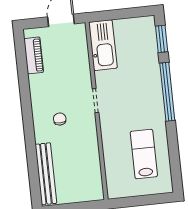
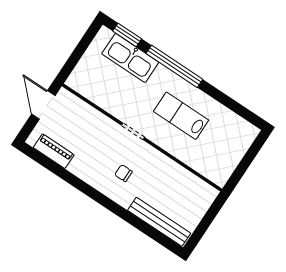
kitchen sink: (103, 45) -> (130, 58), moved, turned 180
lab bench: (144, 154) -> (181, 116), moved

